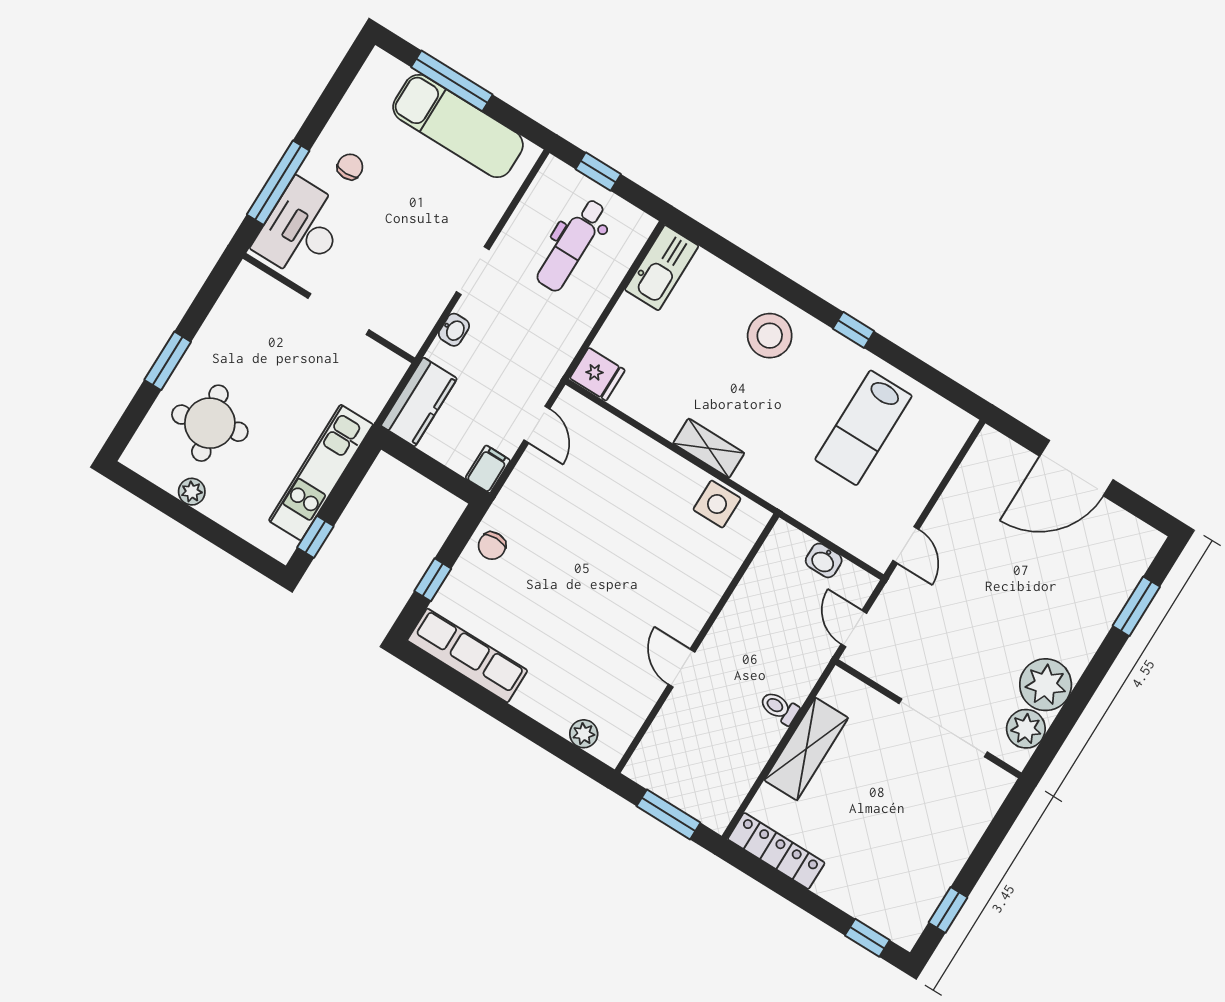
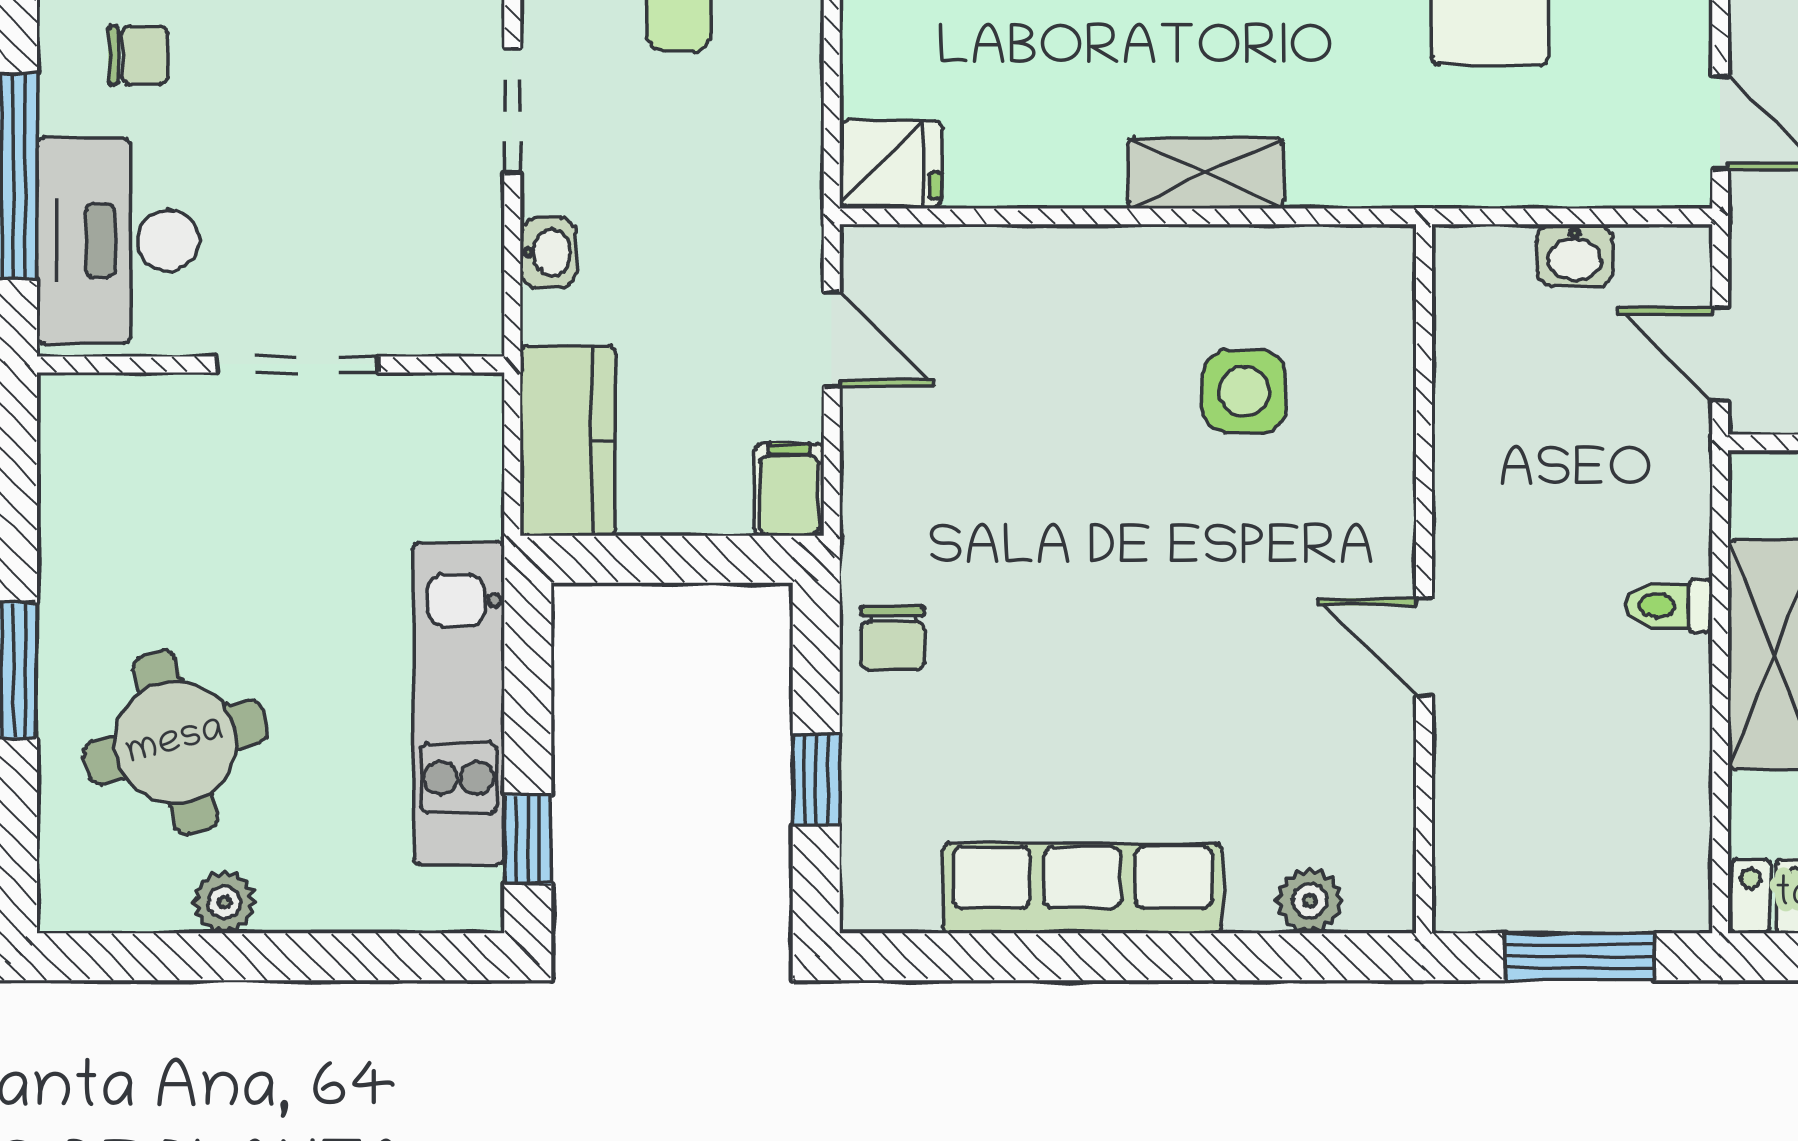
chair: (350, 167) -> (138, 55), turned 90
side table: (717, 504) -> (1244, 392), moved
row of seats: (467, 655) -> (1082, 888), moved

